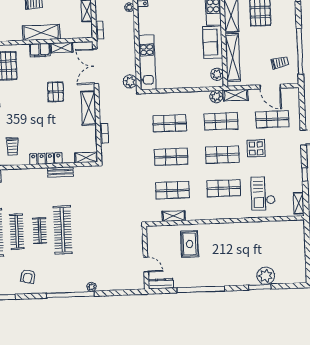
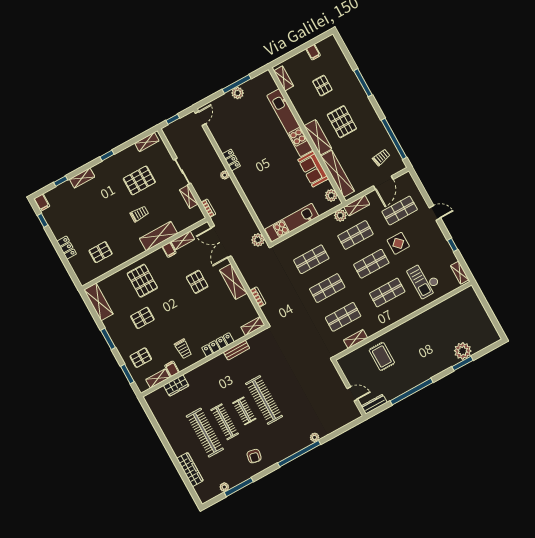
filing cabinet: (40, 50) -> (169, 250), width x0.50
kitchen unit: (147, 62) -> (292, 223), moved, turned -90
door: (270, 86) -> (383, 183), hinge flipped

